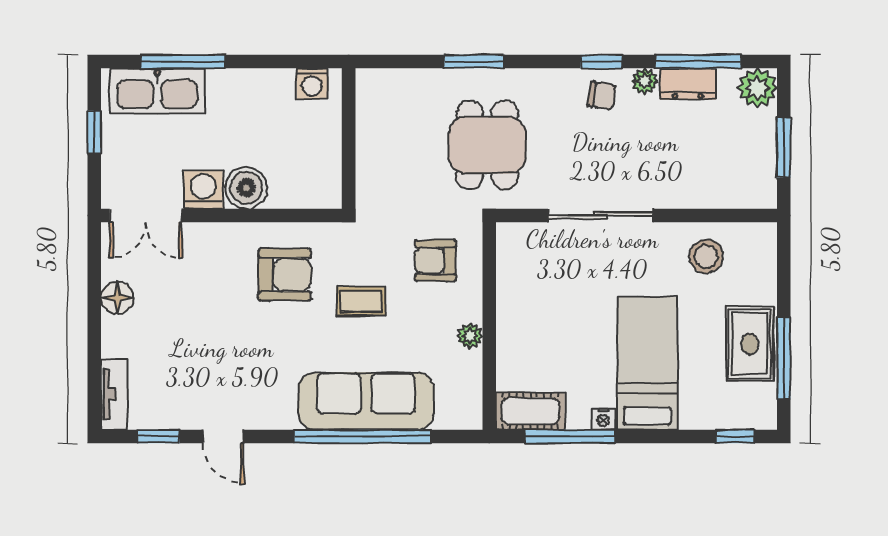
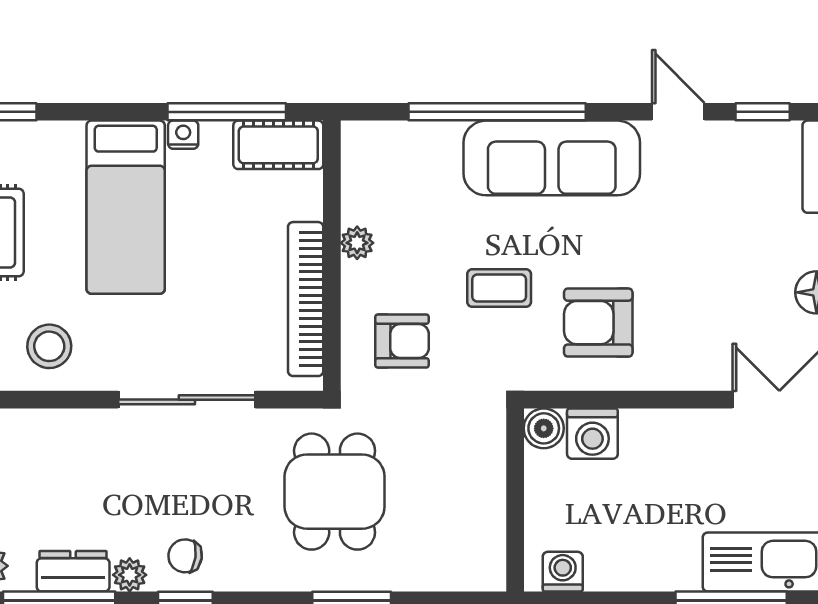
boiler: (246, 188) -> (544, 428), moved, width x0.73, depth x0.73
washing machine: (203, 189) -> (592, 434), moved
bookcase: (509, 293) -> (306, 299), added
sofa: (366, 401) -> (552, 158), moved

